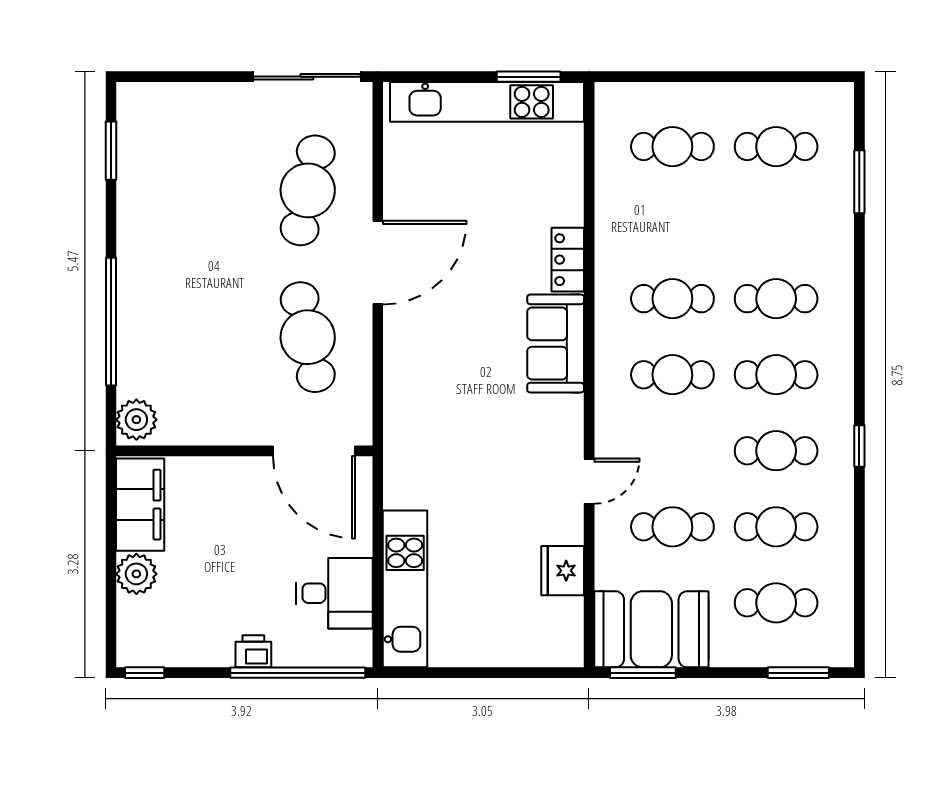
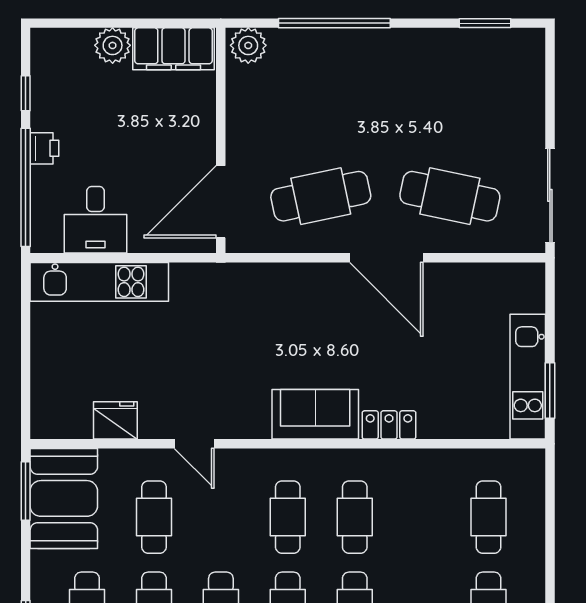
kitchen unit: (487, 102) -> (528, 377), width x0.73
window: (145, 673) -> (26, 93), moved

